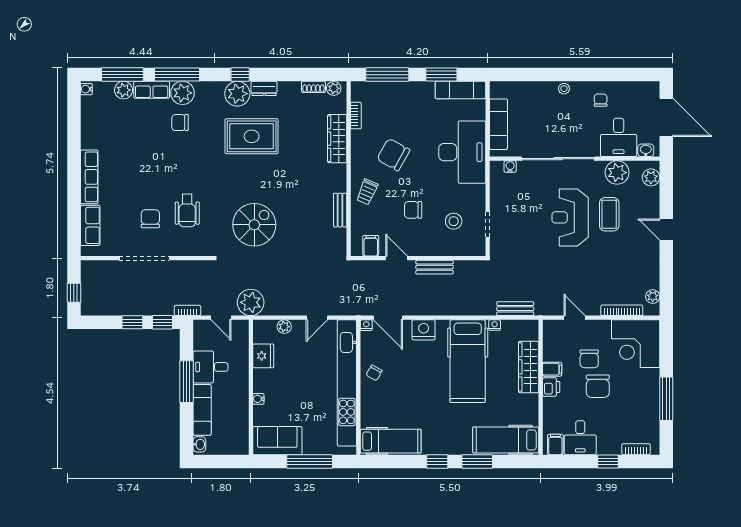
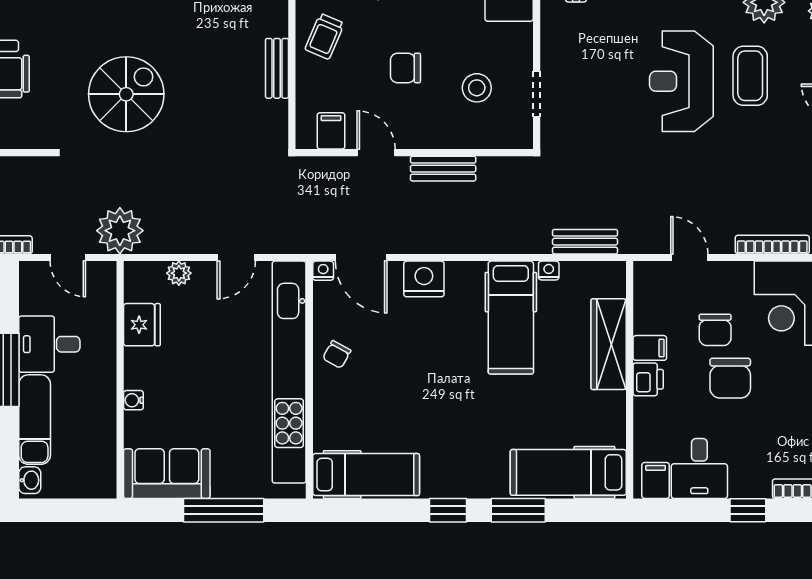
hospital bed: (468, 361) -> (511, 318), width x0.73, depth x0.78

